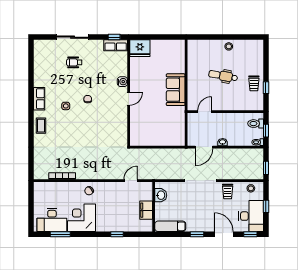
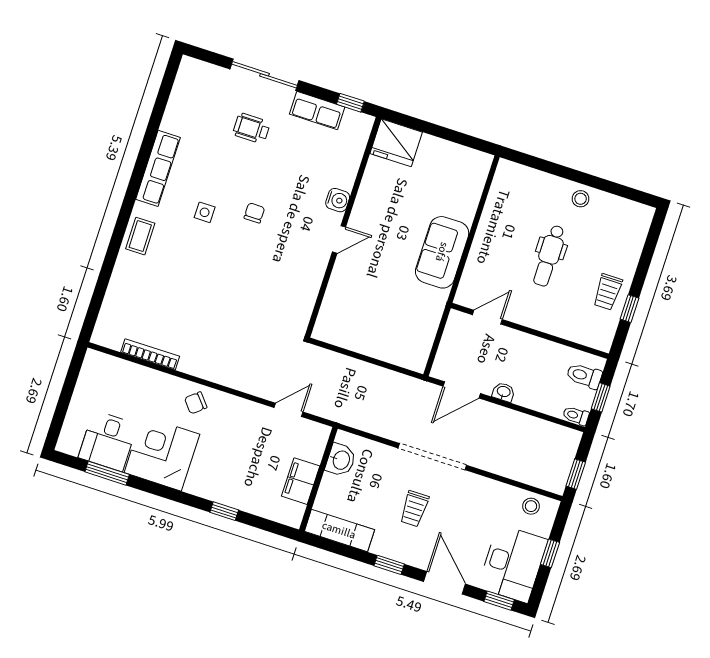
row of seats: (116, 45) -> (317, 111), moved
dental chair: (223, 76) -> (549, 256), turned -100
row of seats: (39, 99) -> (158, 168), width x1.48
trolley: (228, 192) -> (414, 509), moved
desk: (52, 220) -> (108, 441), width x0.73

